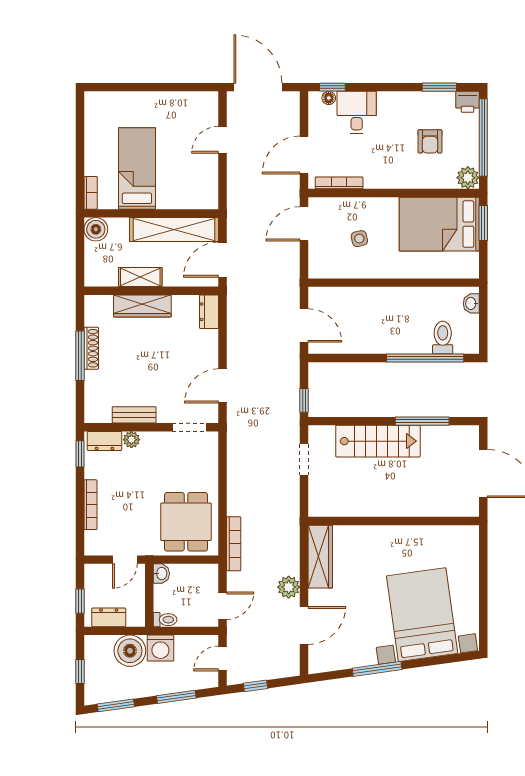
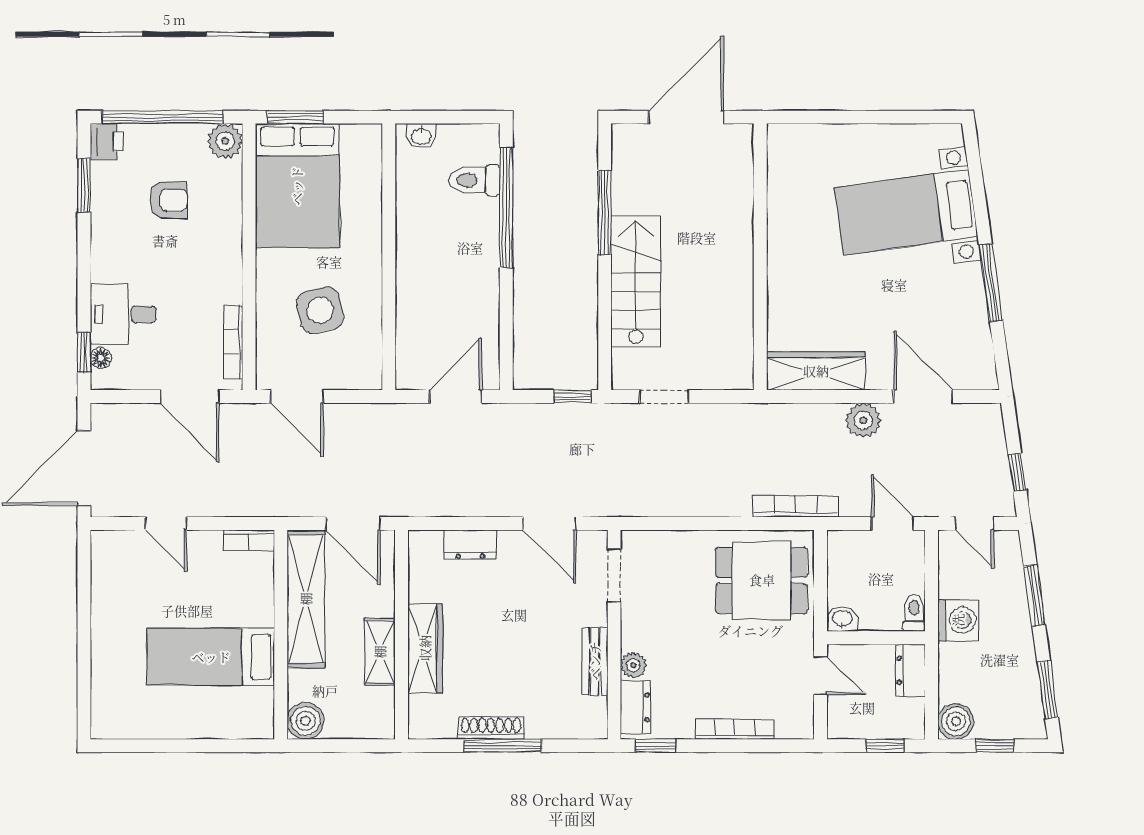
bookcase: (91, 193) -> (249, 540), moved, turned 180
side table: (359, 239) -> (320, 310), width x1.87, depth x1.87
dresser: (209, 312) -> (470, 545), moved
bed with nightstands: (422, 615) -> (906, 212), width x0.73
dresser: (109, 617) -> (911, 670), moved
boiler: (130, 651) -> (956, 721), moved, width x0.73, depth x0.73

